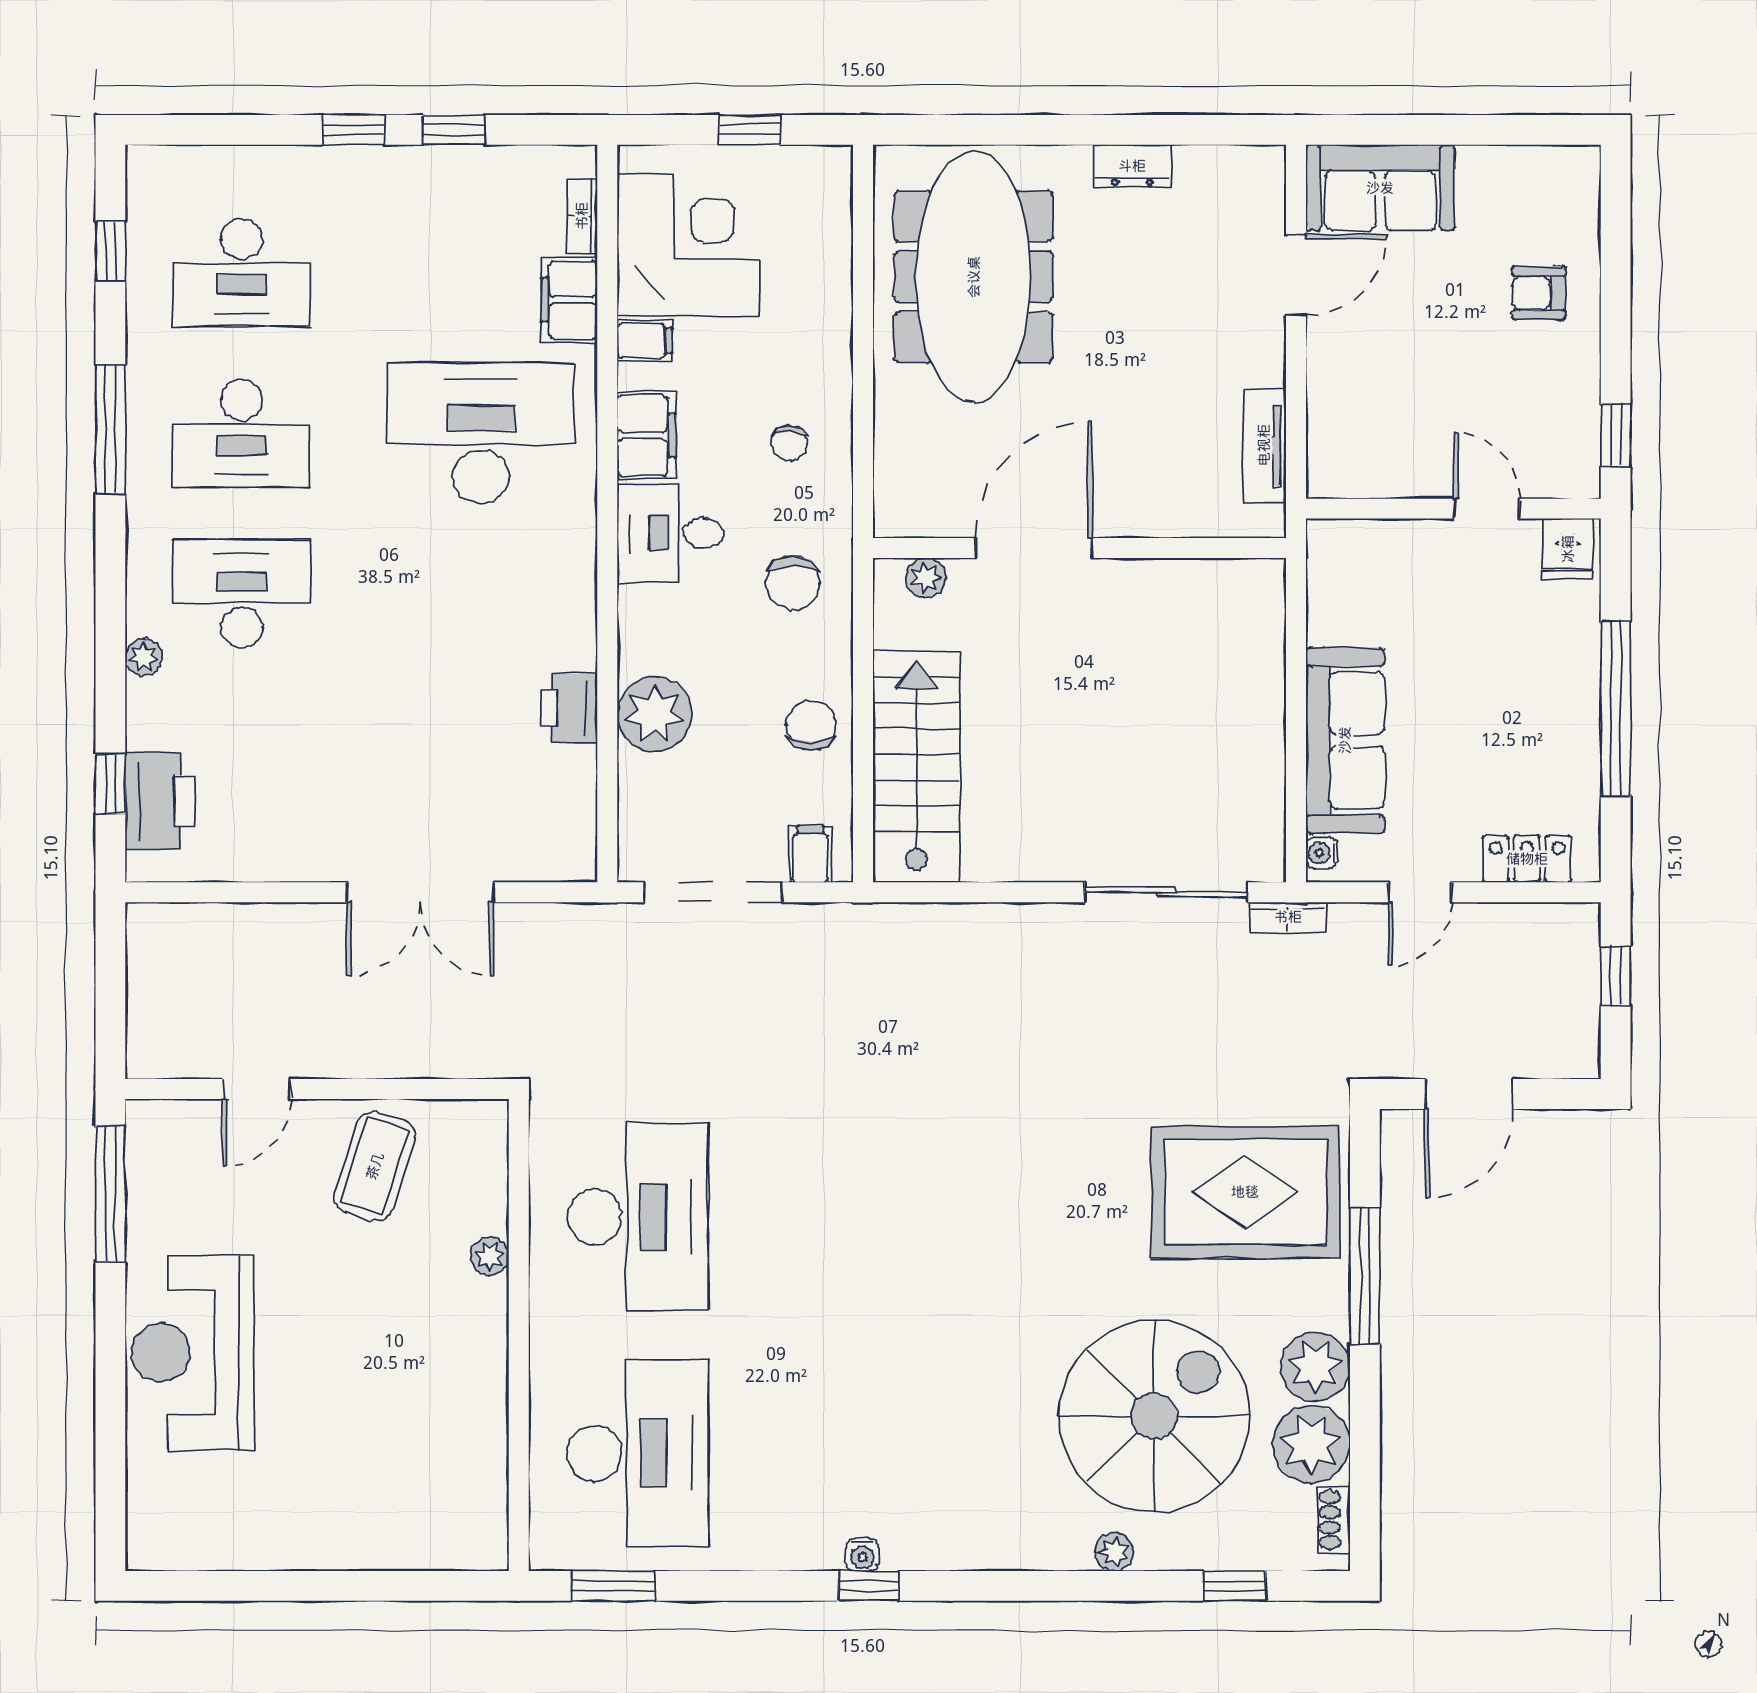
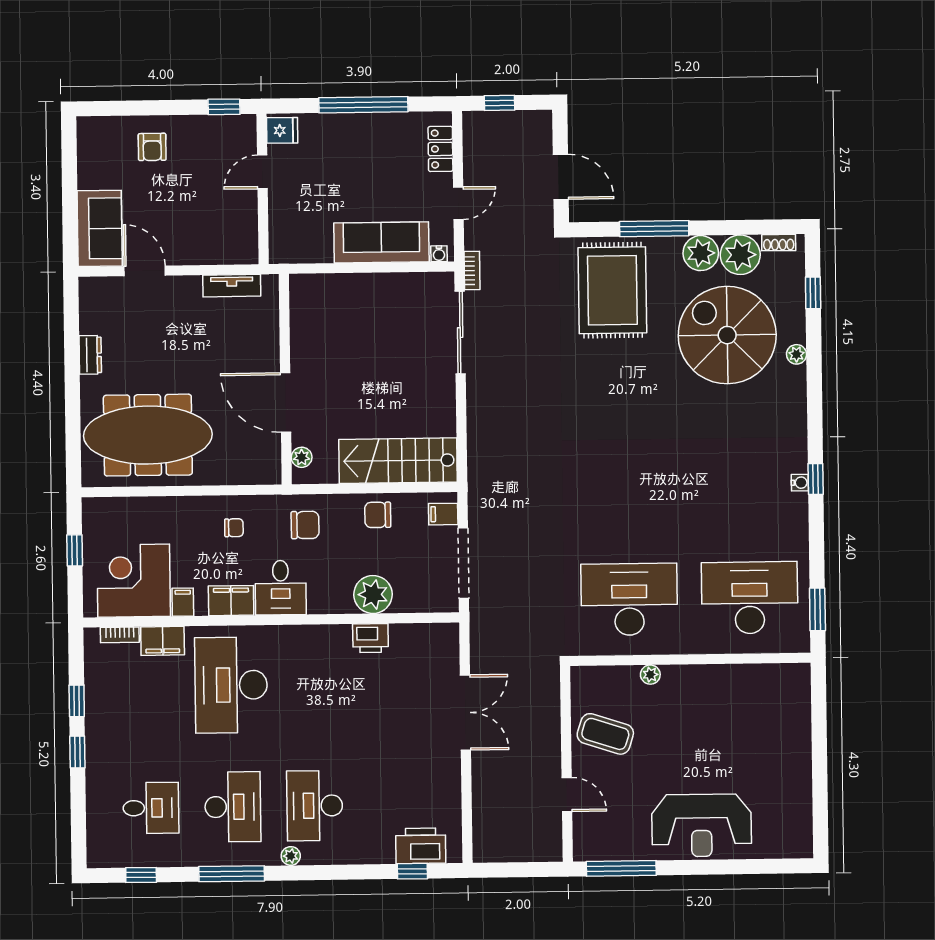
desk: (242, 272) -> (151, 808), width x0.73
plant: (144, 657) -> (291, 856), moved
door: (1420, 892) -> (458, 203), hinge flipped

